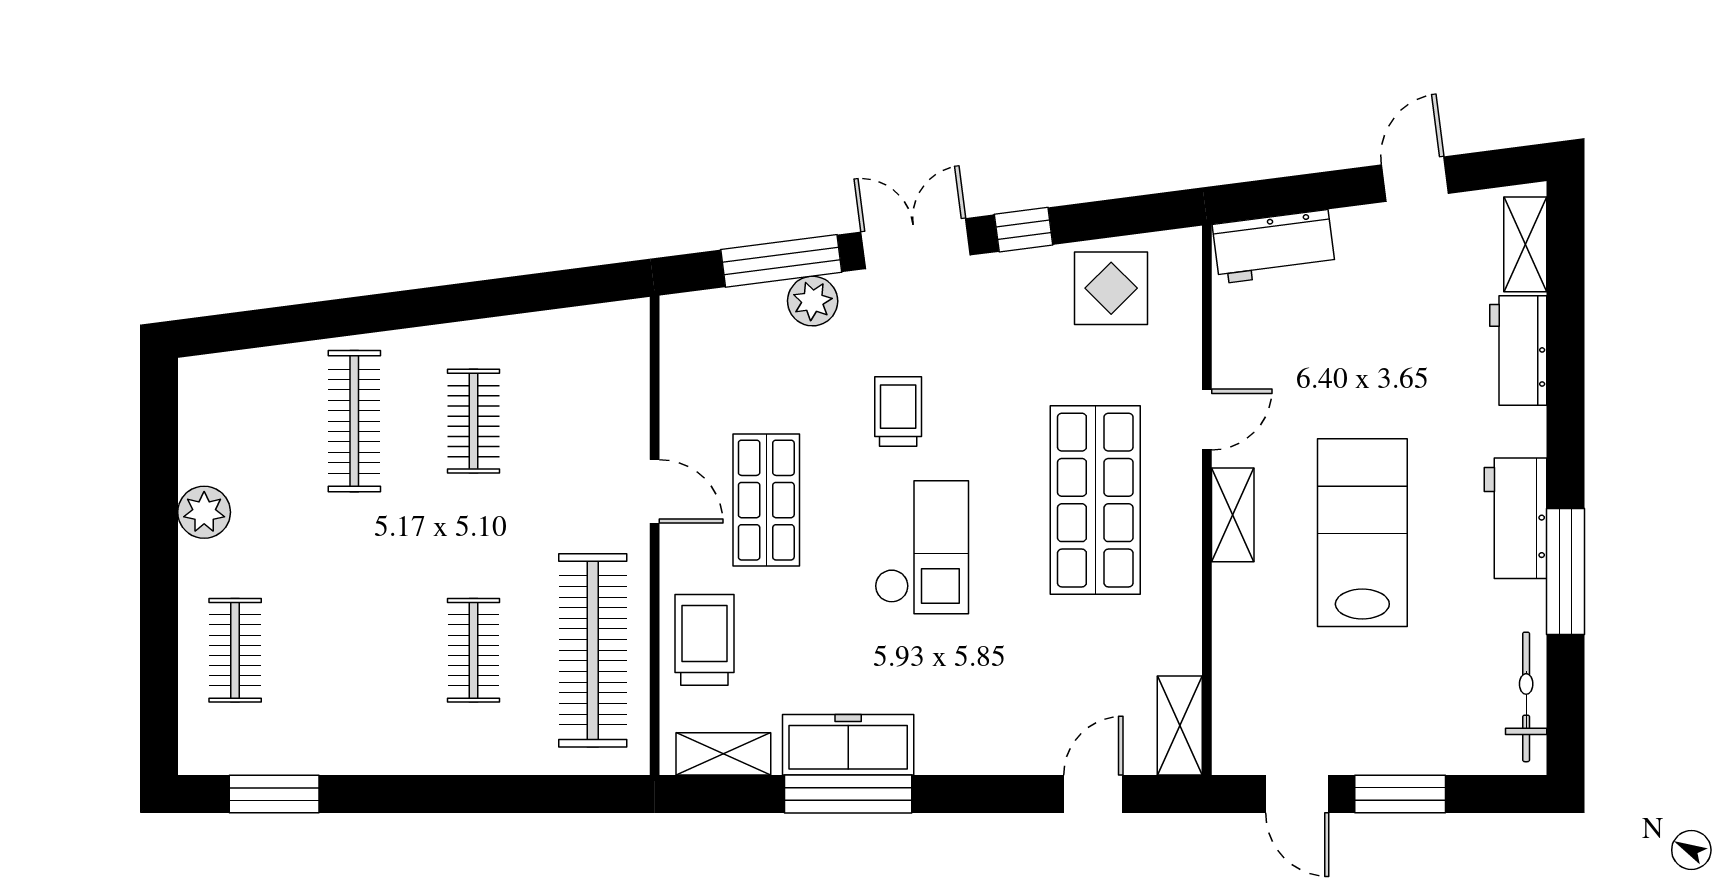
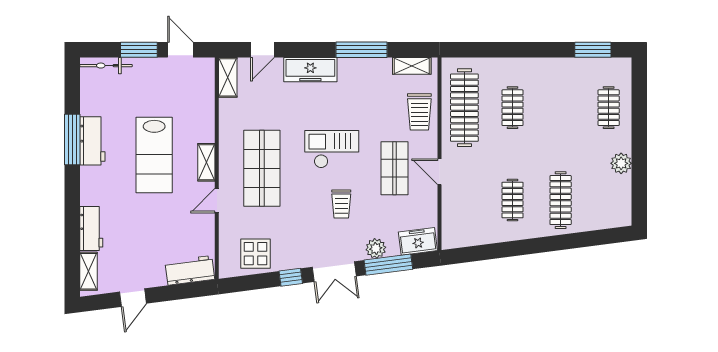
freezer: (708, 319) -> (418, 241), added
workbench: (1515, 518) -> (92, 141), moved
checkout: (922, 547) -> (332, 149), turned 90
bicycle: (1526, 697) -> (106, 66), moved, turned 90
freezer: (848, 745) -> (310, 70), moved

